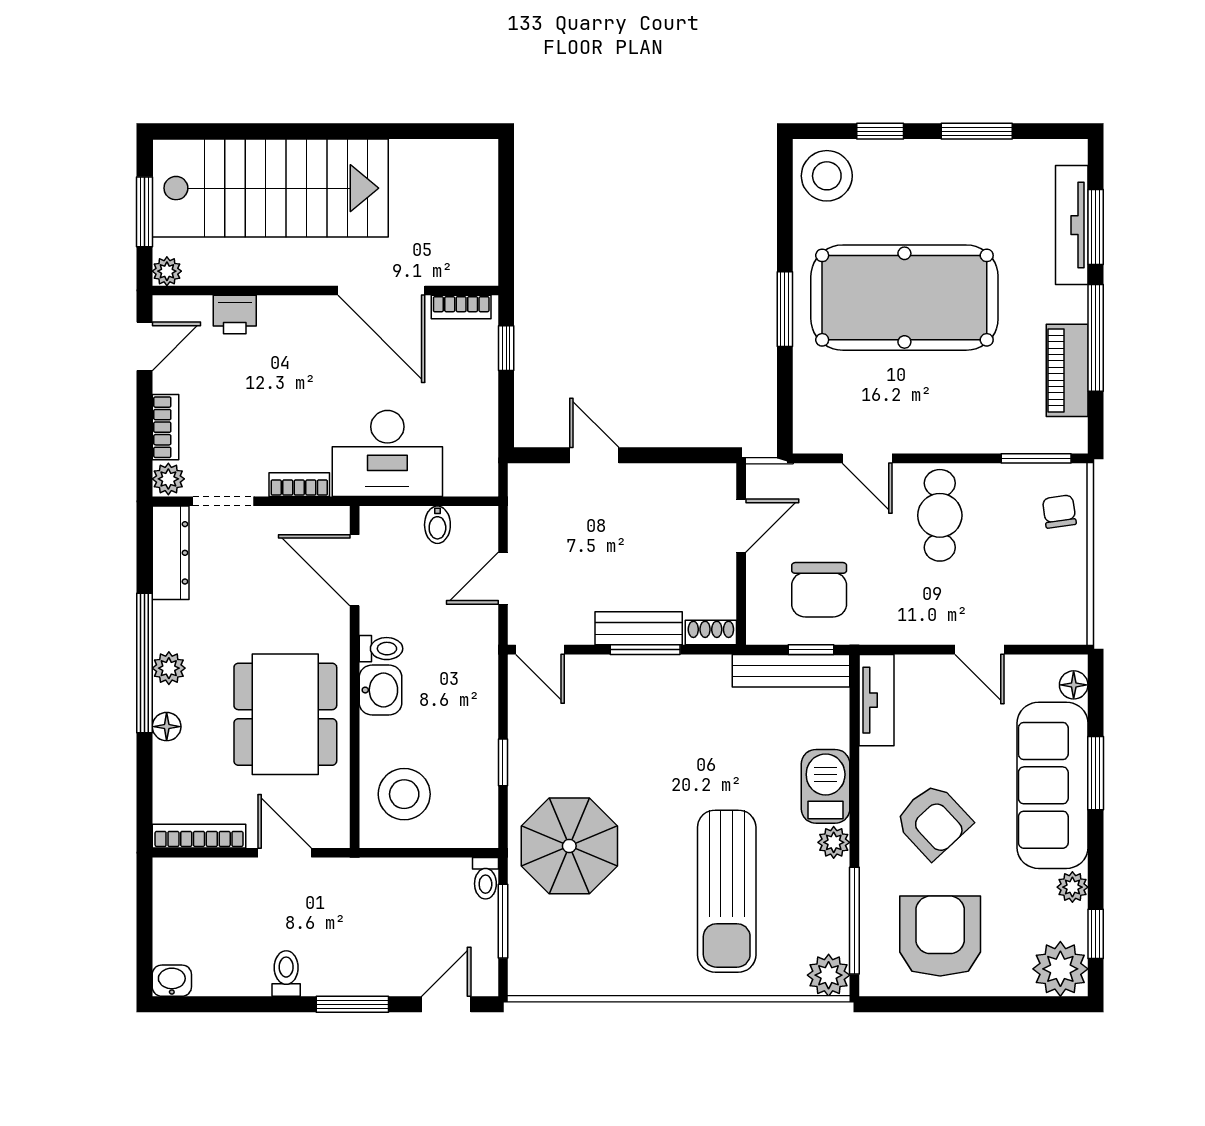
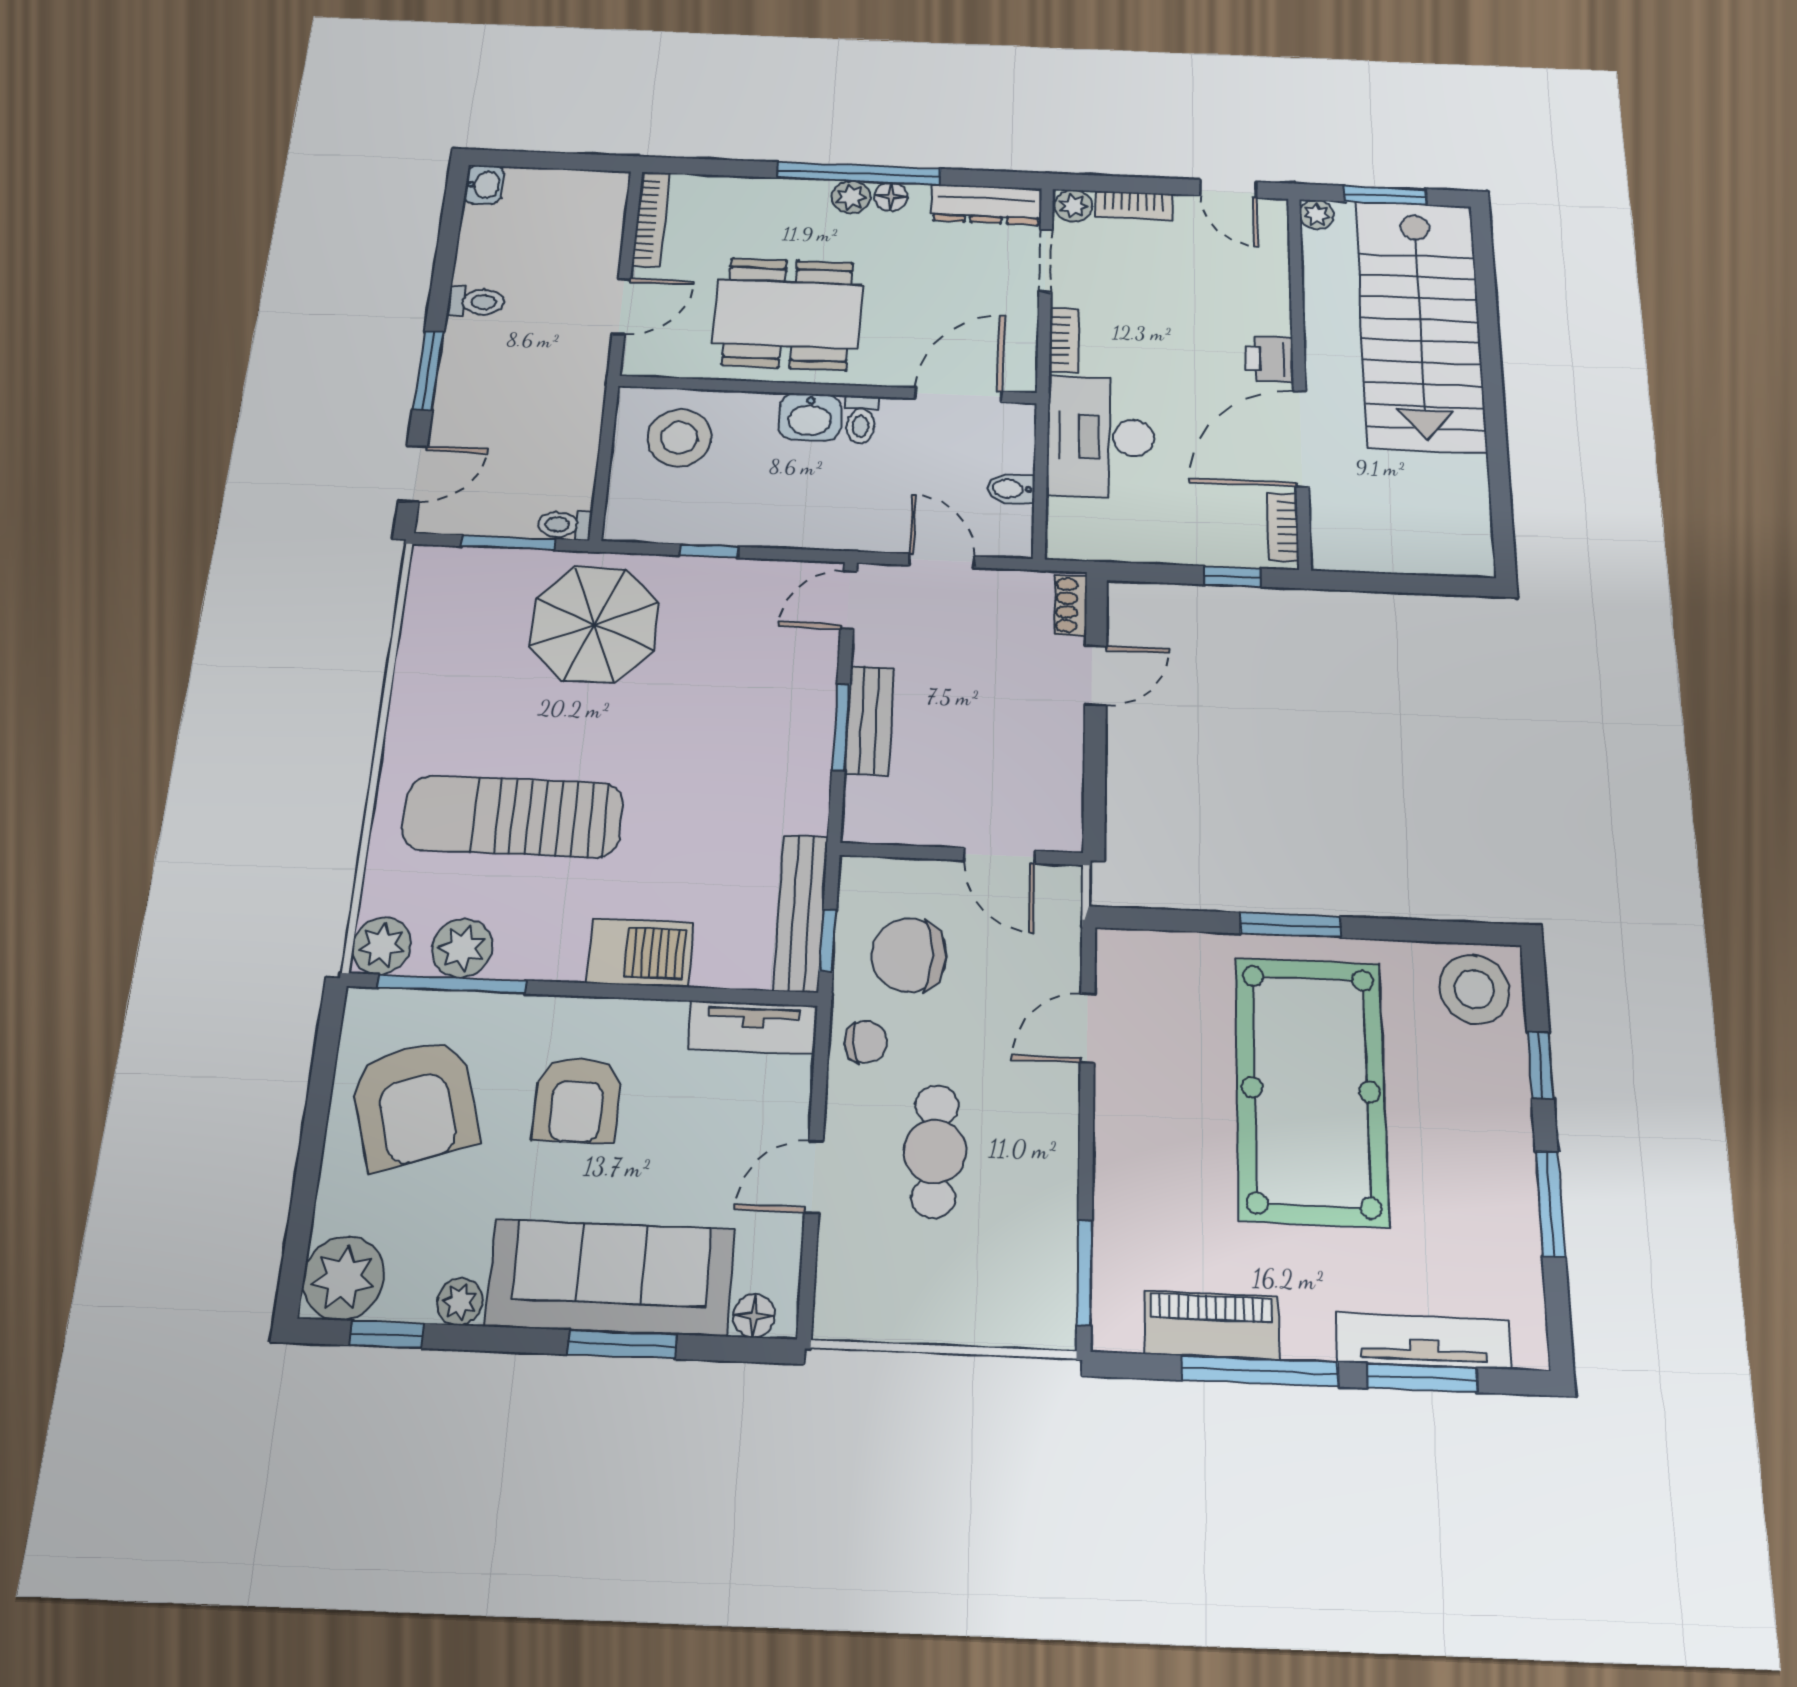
printer: (235, 315) -> (1269, 359), moved
chair: (1059, 511) -> (866, 1042), moved
cafe table: (940, 515) -> (935, 1151), moved, turned 90
shoe rack: (711, 633) -> (1071, 605), moved, turned 180
floor lamp: (167, 727) -> (891, 197), moved
armchair: (933, 821) -> (577, 1100), turned -47
plant: (834, 842) -> (462, 948), moved, width x1.38, depth x1.38
armchair: (940, 936) -> (415, 1103), turned 72
door: (446, 1004) -> (413, 474), hinge flipped

